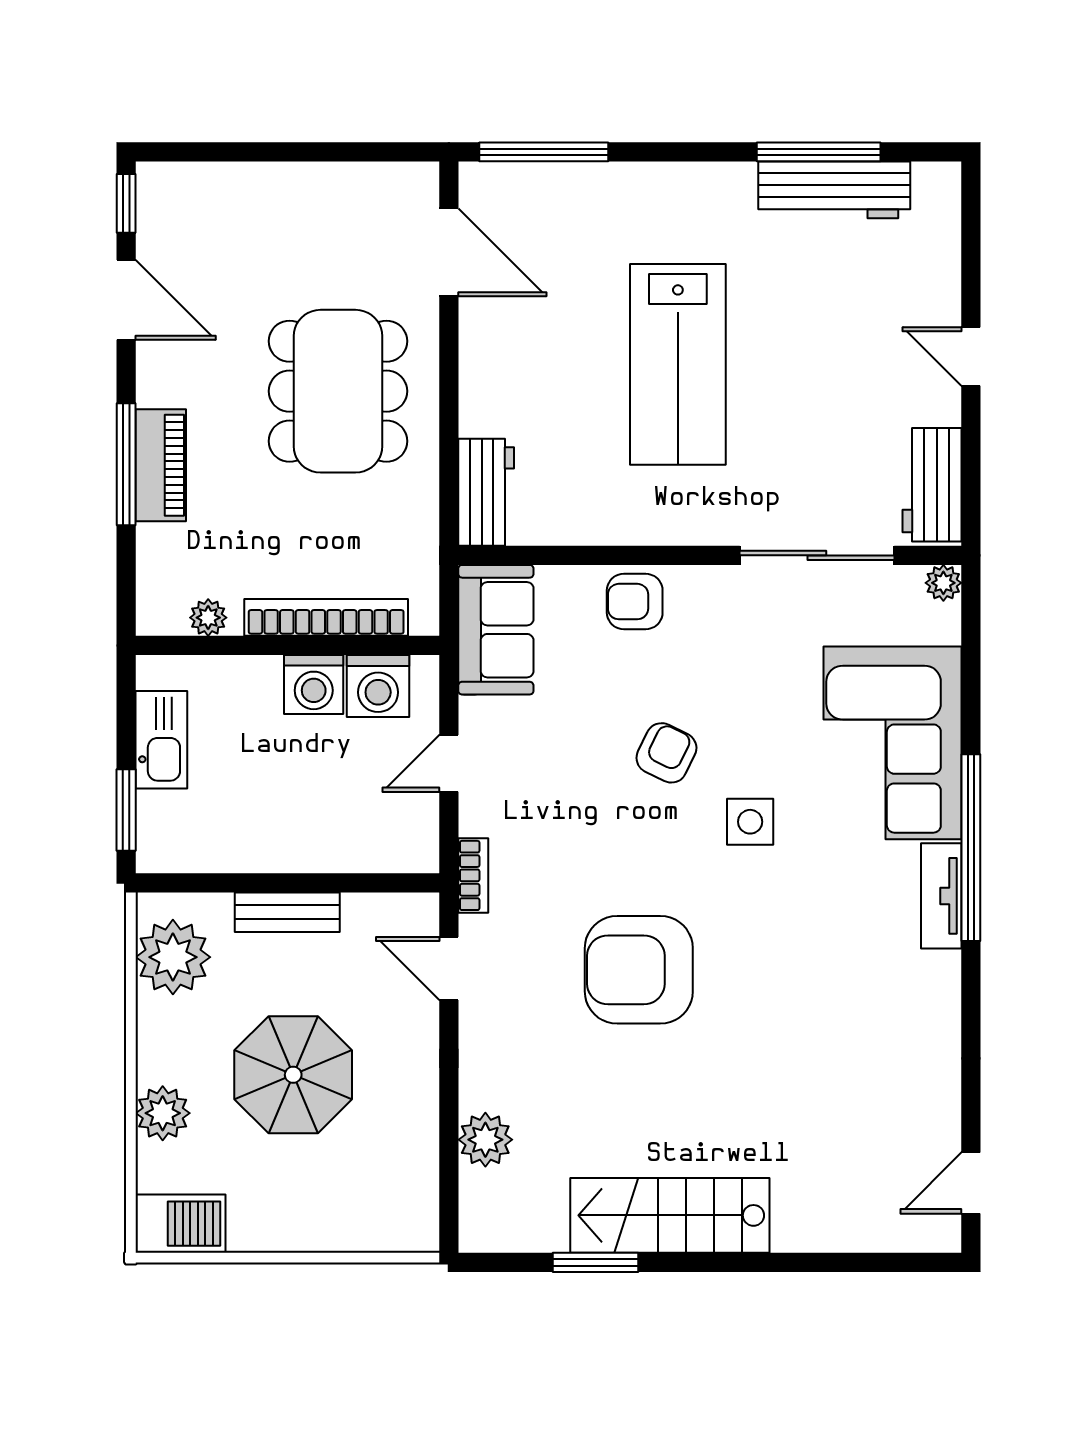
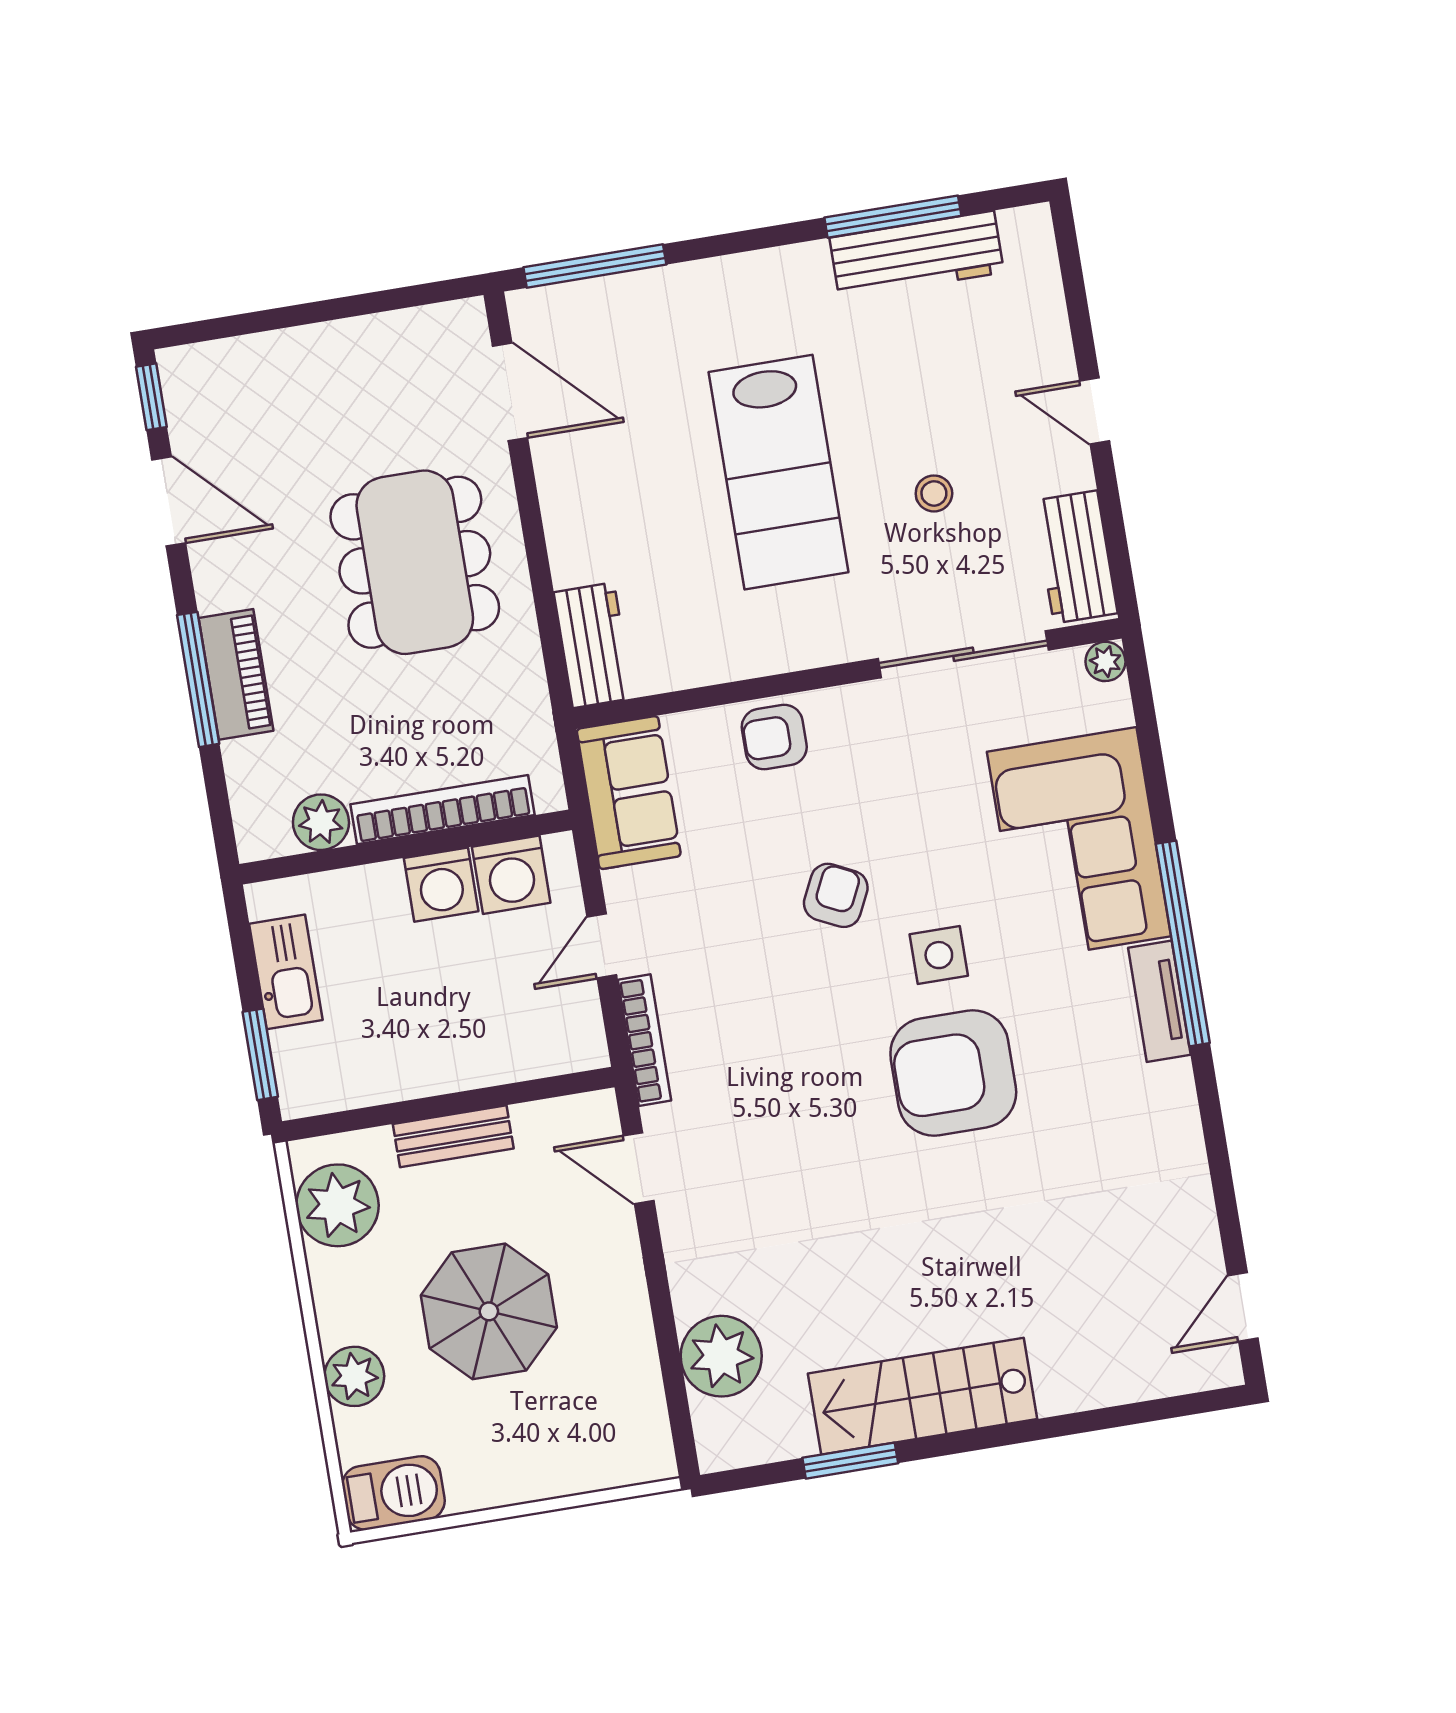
stool: (814, 407) -> (934, 493), added
plant: (208, 618) -> (321, 822), width x1.38, depth x1.38
bookcase: (473, 875) -> (645, 1040), width x1.56
armchair: (639, 970) -> (953, 1073), moved
plant: (485, 1140) -> (721, 1356), width x1.36, depth x1.36

